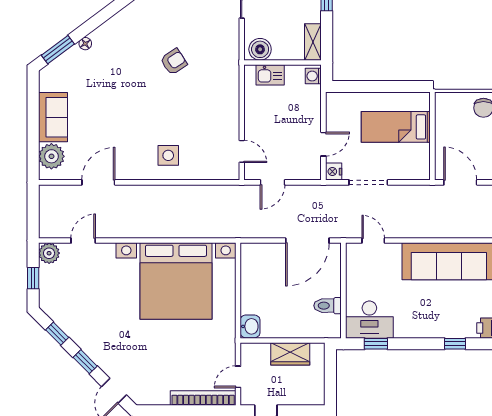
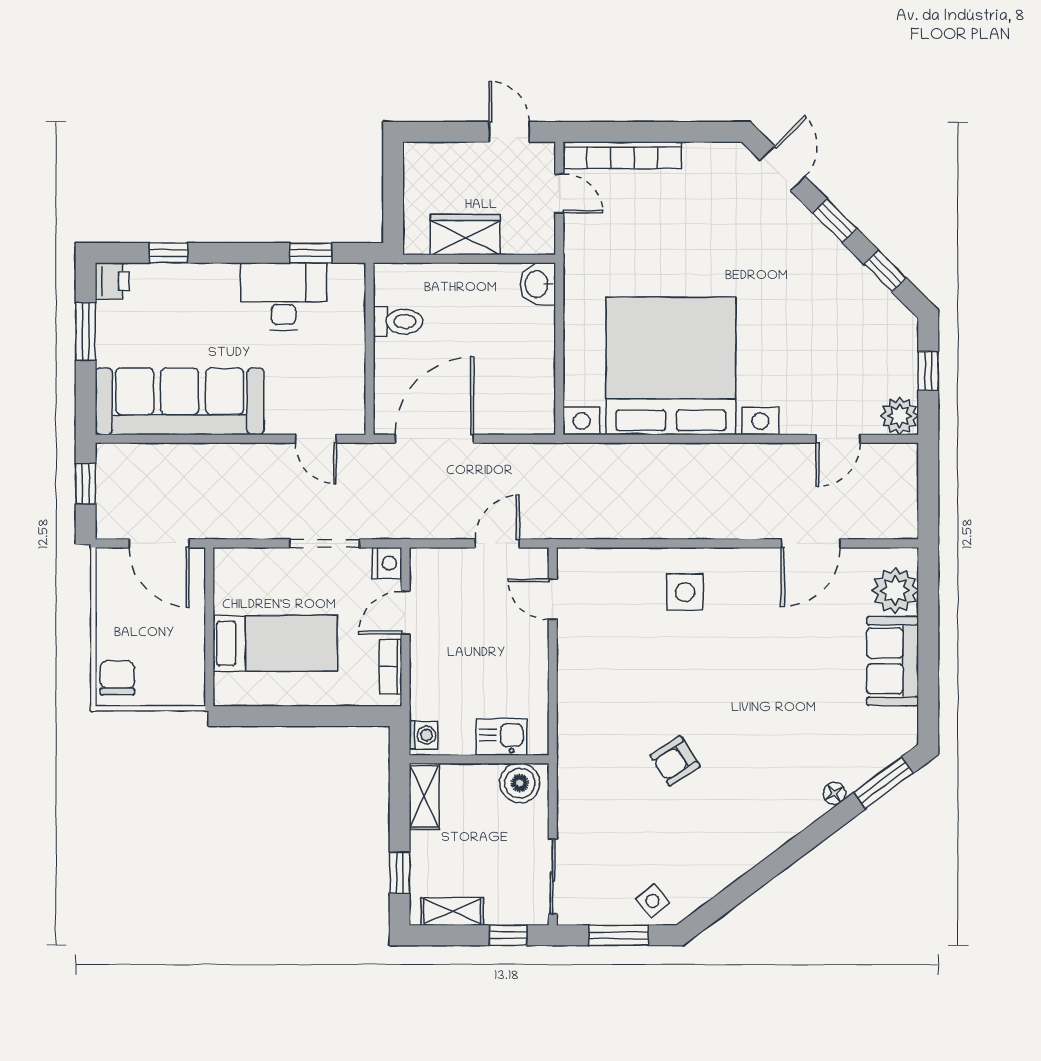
bookcase: (332, 114) -> (391, 667), added
desk: (369, 320) -> (284, 296), moved
door: (238, 377) -> (559, 193), hinge flipped

